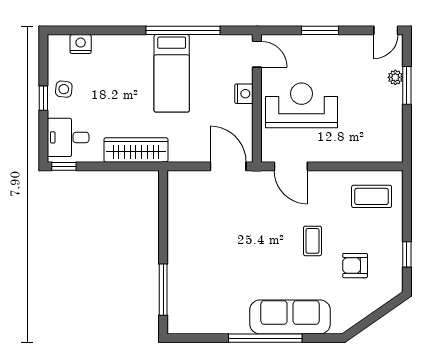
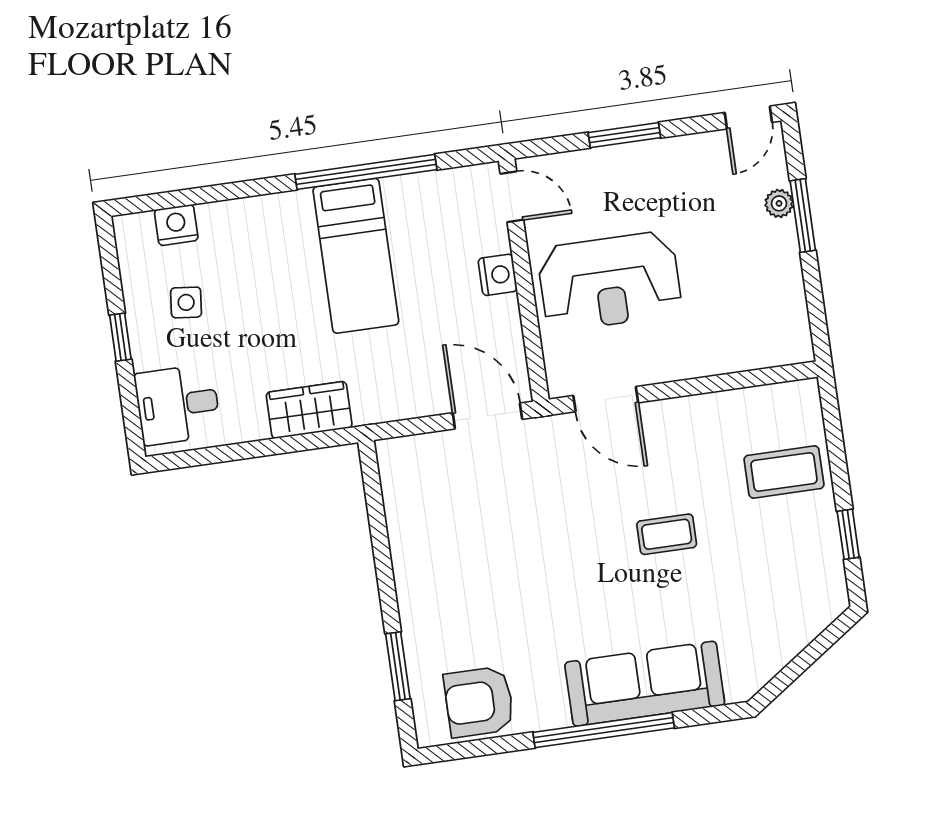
side table: (64, 89) -> (186, 302), moved
reception desk: (301, 105) -> (610, 281), turned 180
wardrobe: (136, 150) -> (309, 410), width x0.67
window: (64, 166) -> (177, 460), removed
coffee table: (372, 196) -> (784, 472), moved
coffee table: (312, 241) -> (667, 534), turned 90
armchair: (355, 266) -> (479, 702), moved, width x1.38, depth x1.38
window: (163, 290) -> (398, 666), width x0.69

